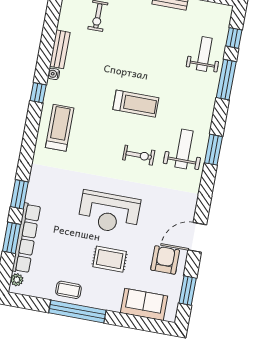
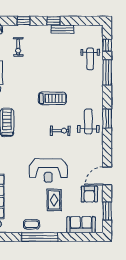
weight bench: (204, 54) -> (90, 59), turned 180
rug: (110, 259) -> (54, 200), turned 90
armchair: (165, 260) -> (89, 194), turned 180

